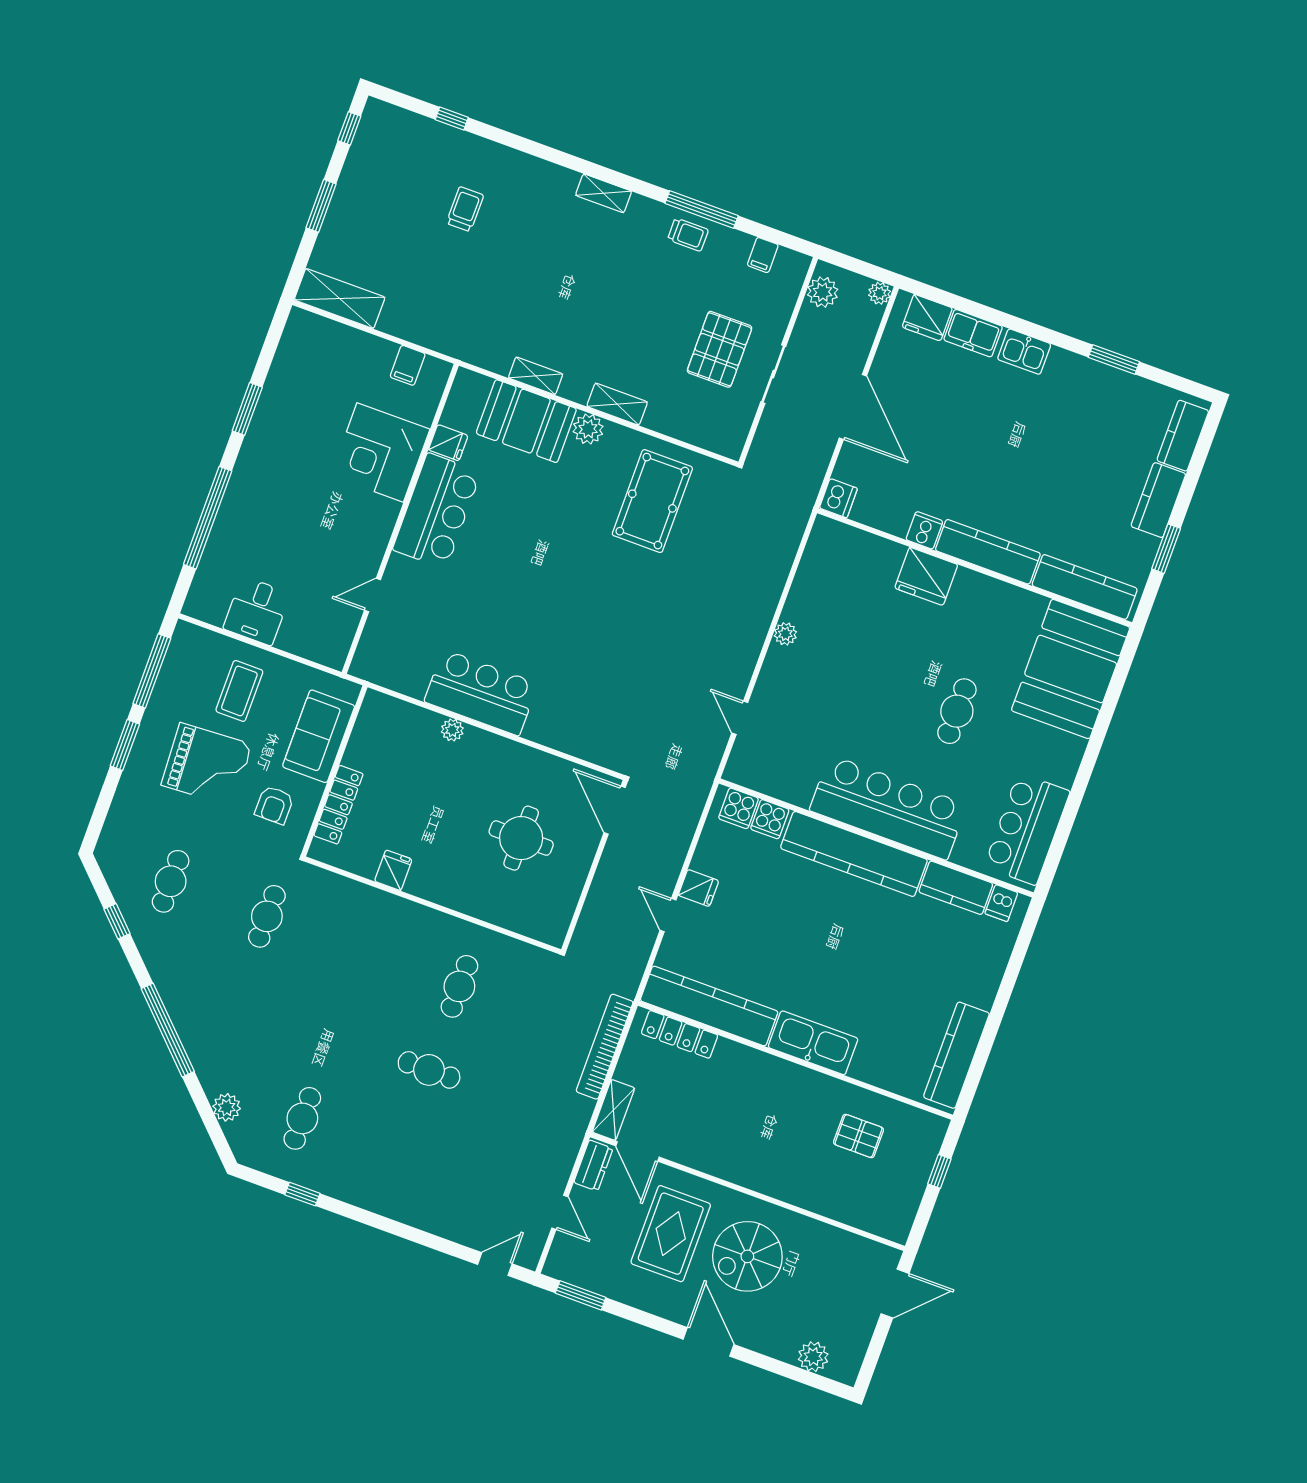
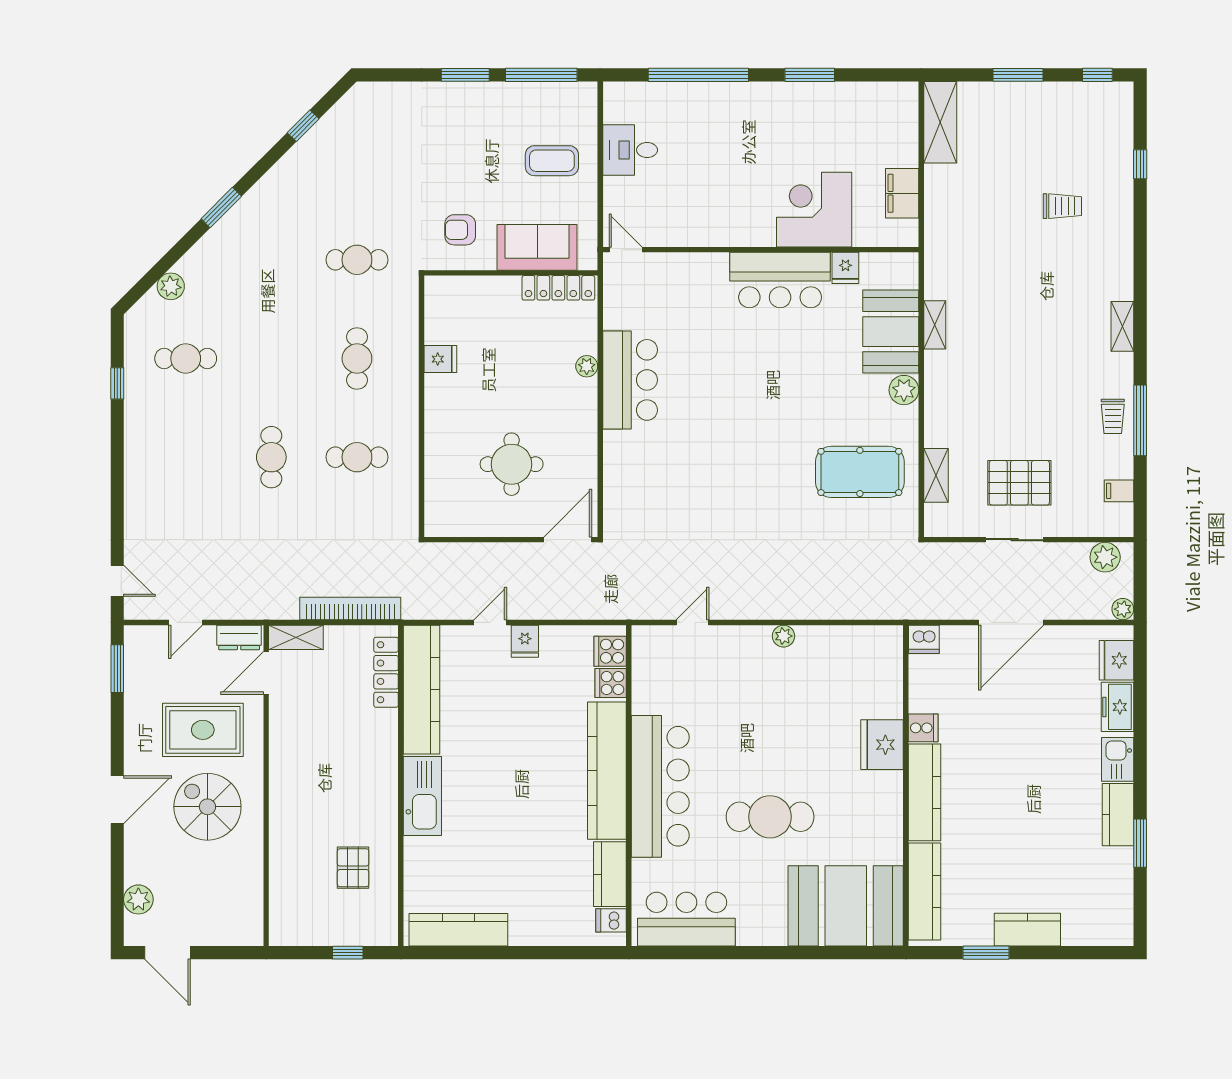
filing cabinet: (408, 365) -> (902, 193), width x2.00
shelving: (617, 404) -> (936, 475), moved
kitchen counter: (1183, 436) -> (1118, 815), moved, turned -90
door: (373, 595) -> (626, 250), moved
cafe table: (957, 711) -> (770, 817), width x1.37, depth x1.35
grand piano: (207, 765) -> (474, 155), removed
locker: (338, 805) -> (558, 288), moved
cafe table: (171, 881) -> (357, 358), moved, turned 90
window: (168, 1030) -> (221, 208), width x0.47
door: (895, 1294) -> (167, 953), moved

